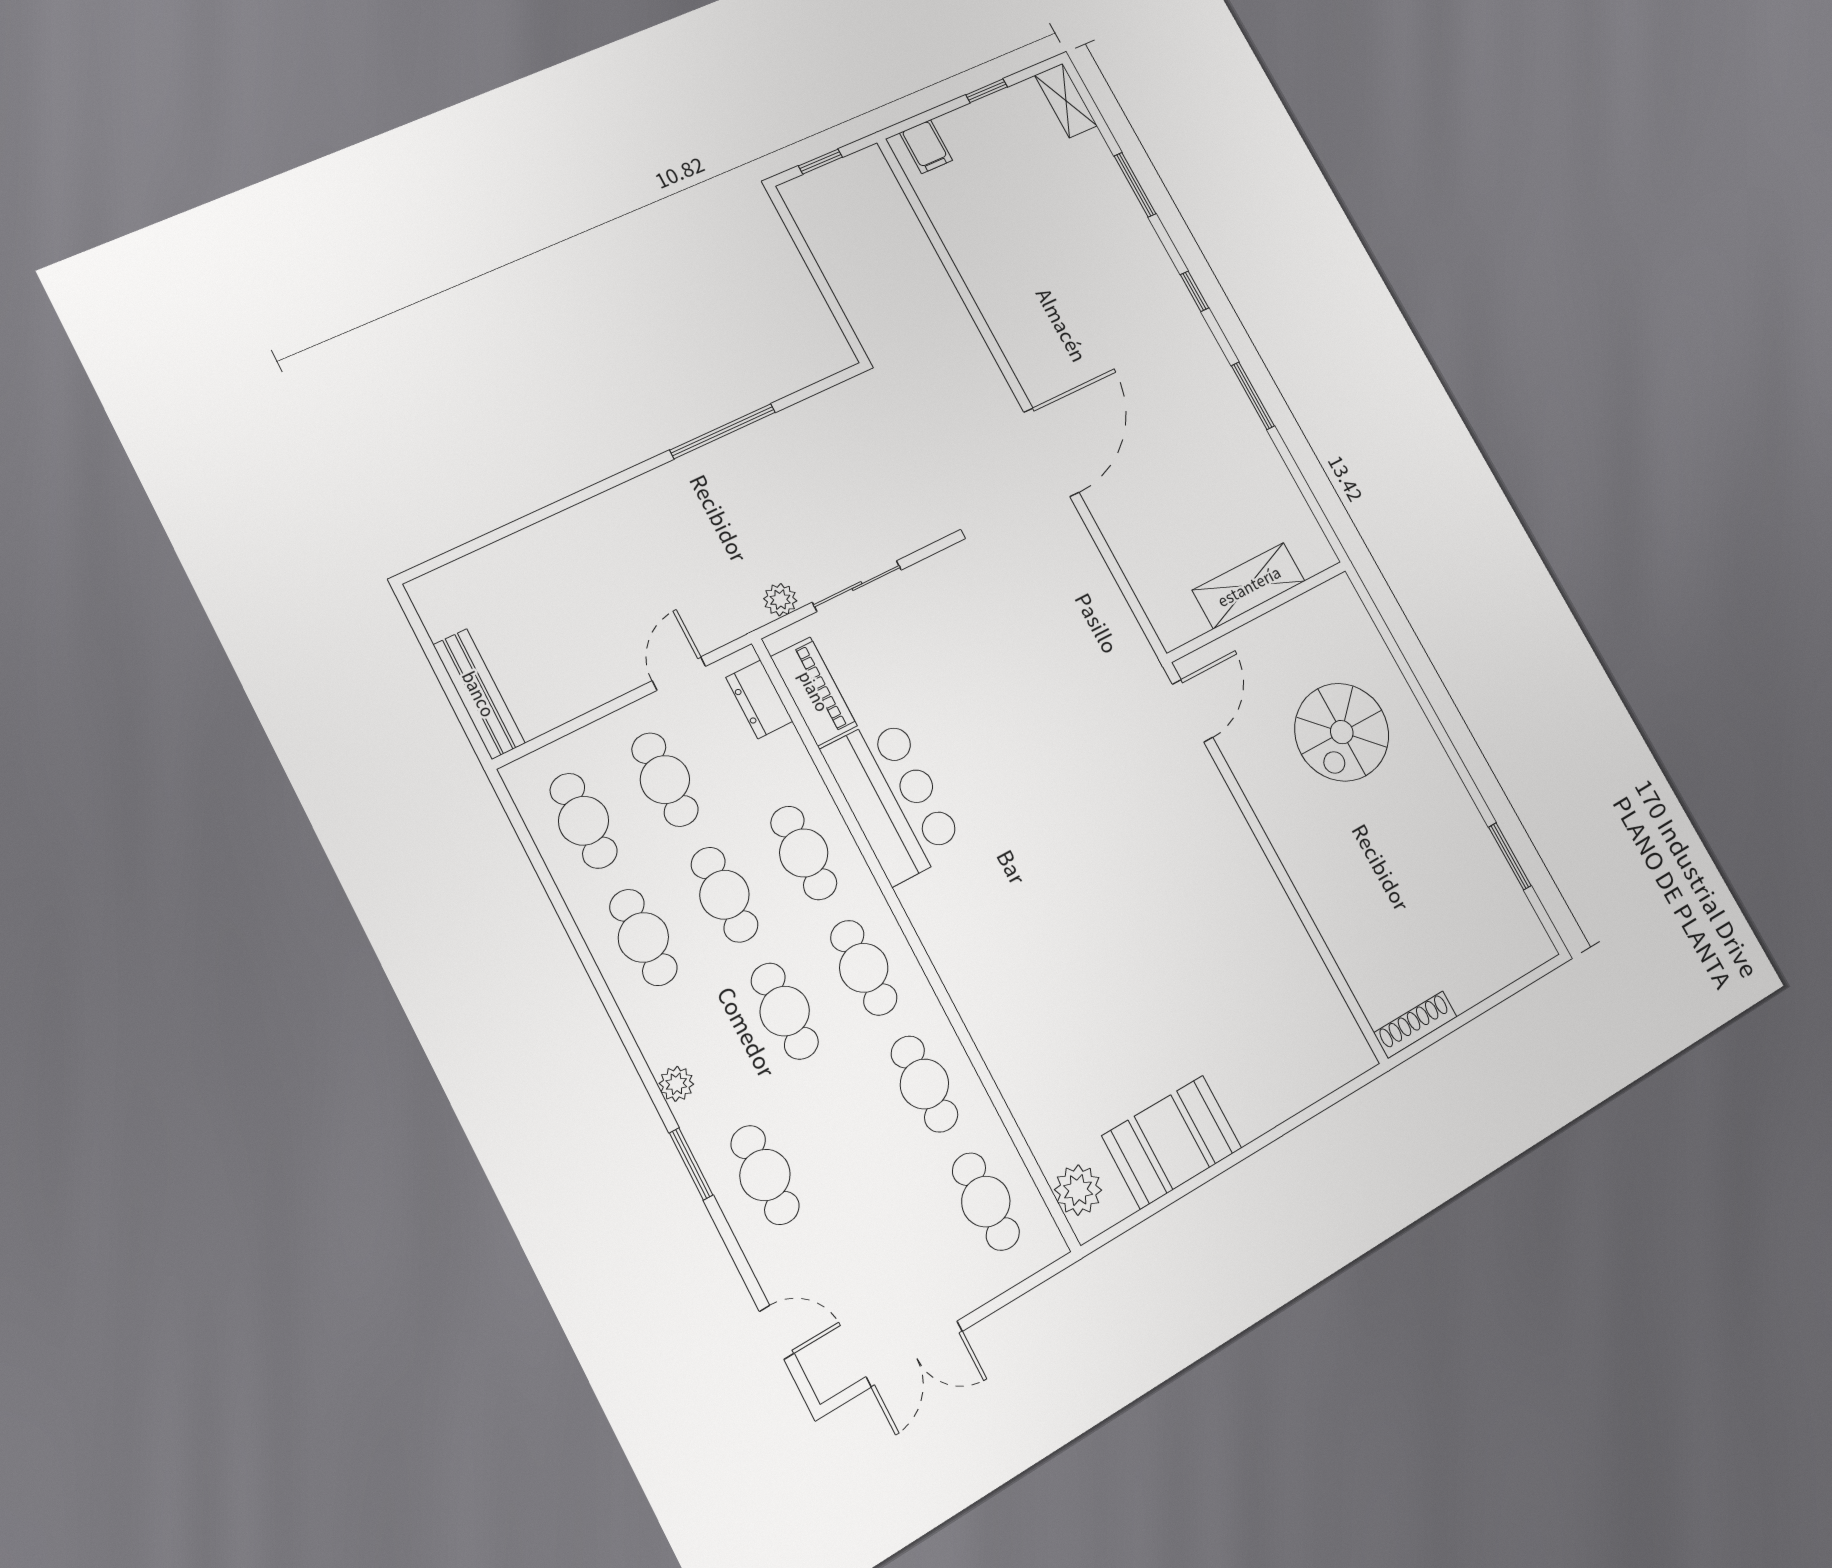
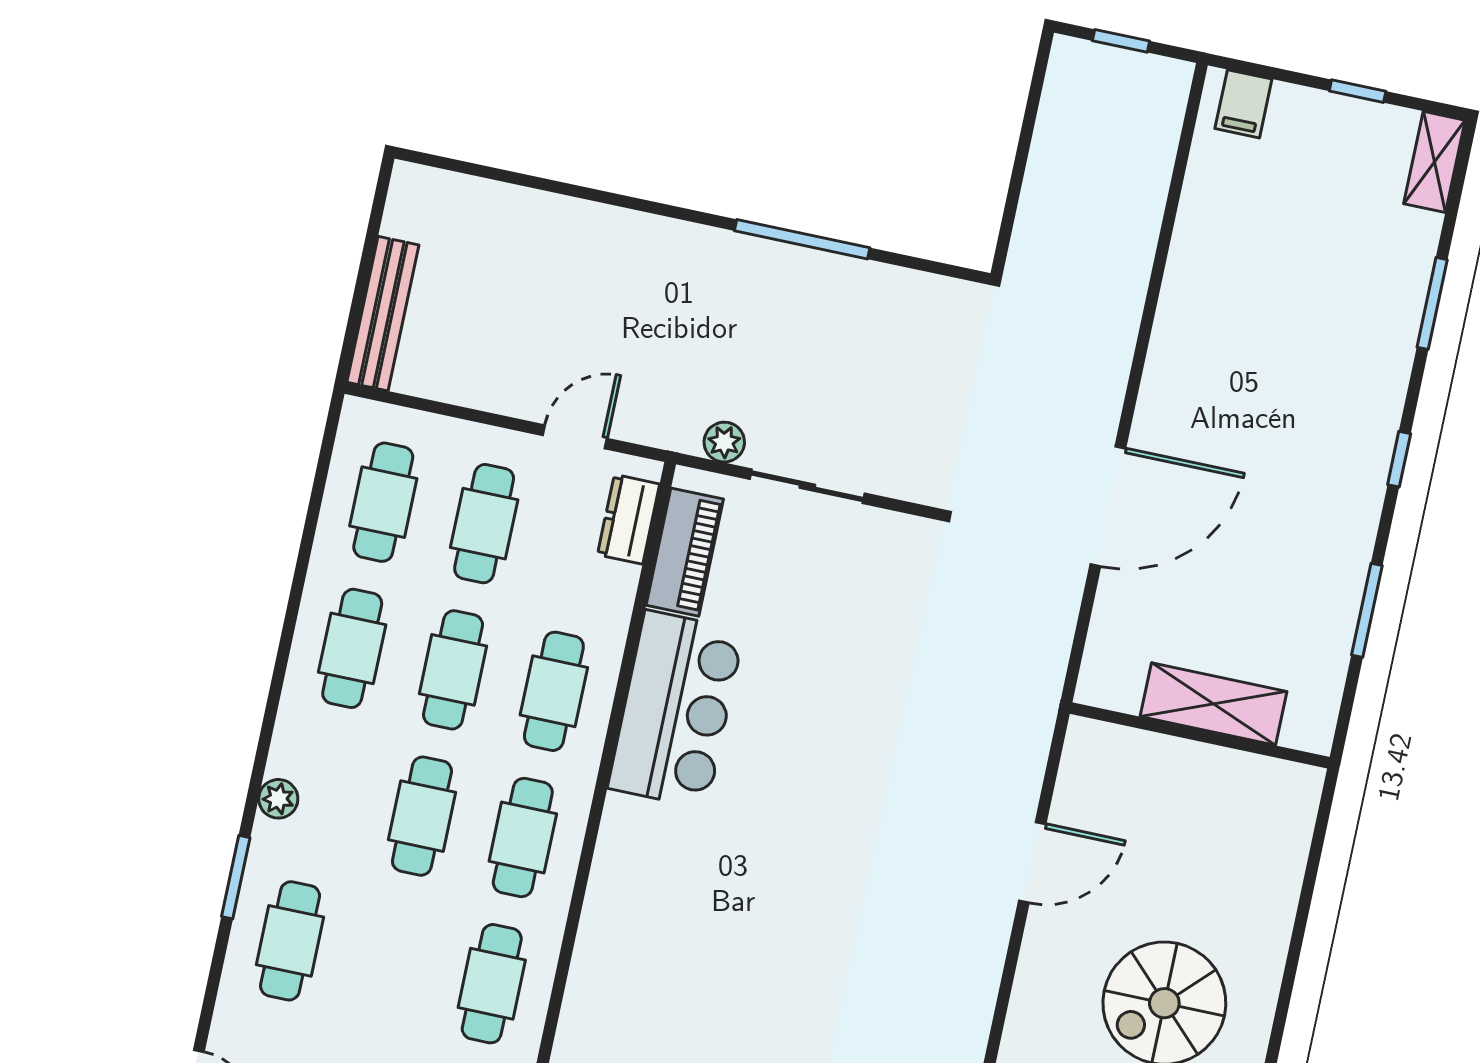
shelving: (1249, 586) -> (1214, 704), moved
wall: (1257, 612) -> (1200, 735), moved

